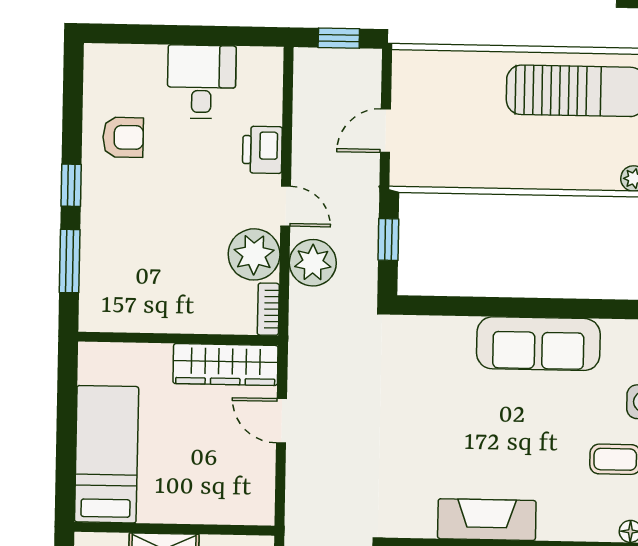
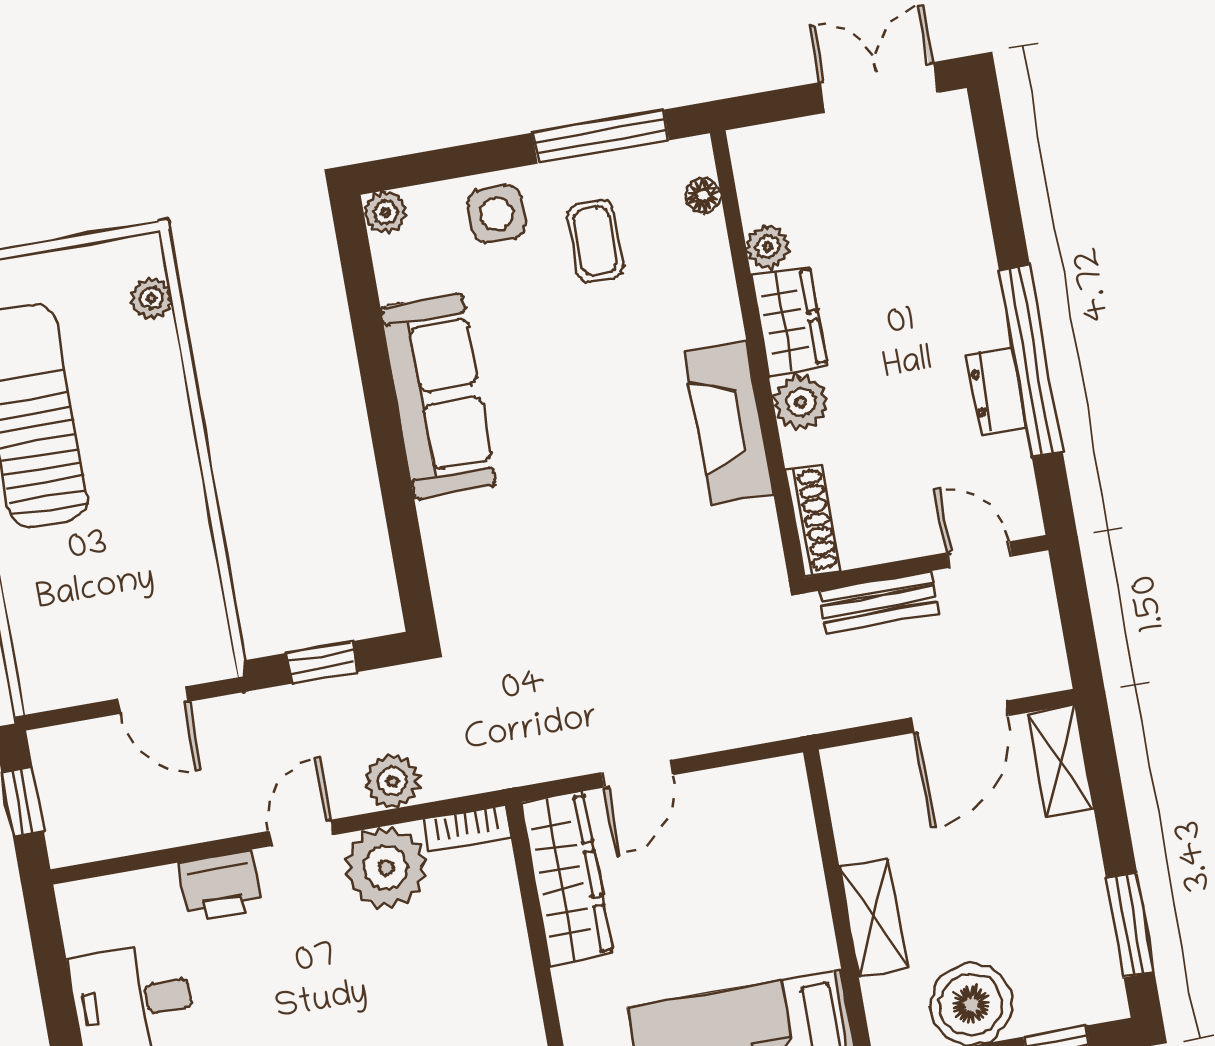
plant: (313, 263) -> (393, 781), width x0.73, depth x0.73

